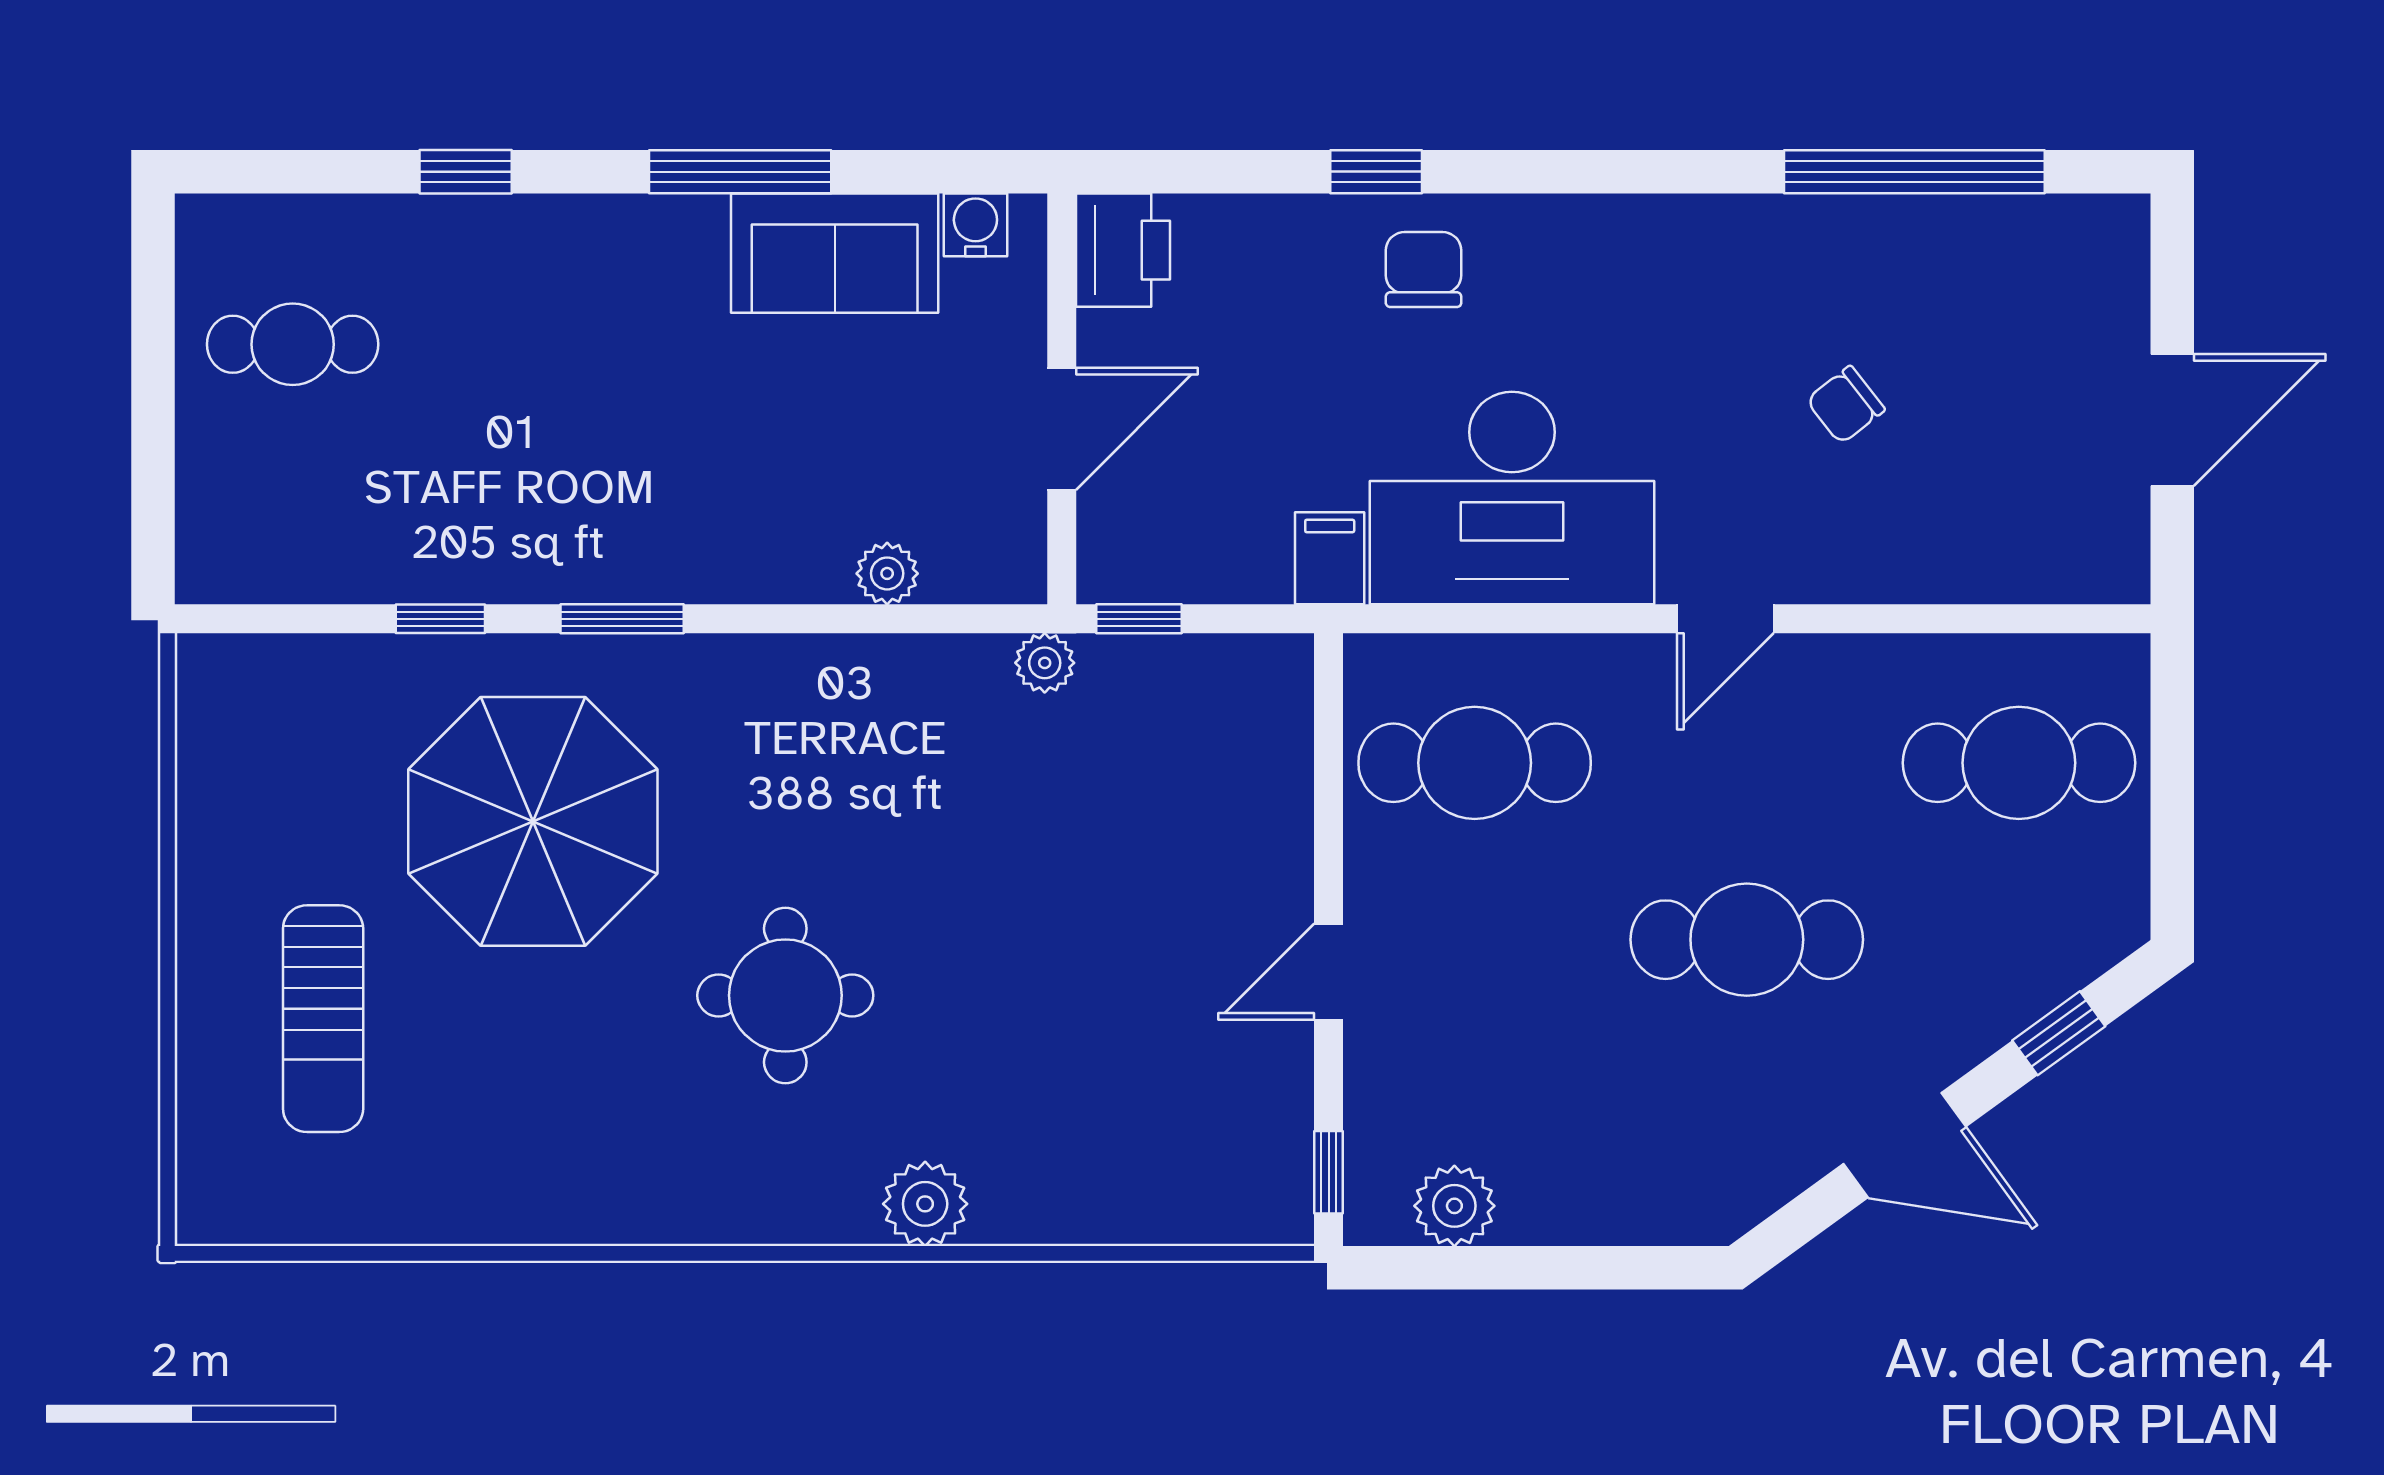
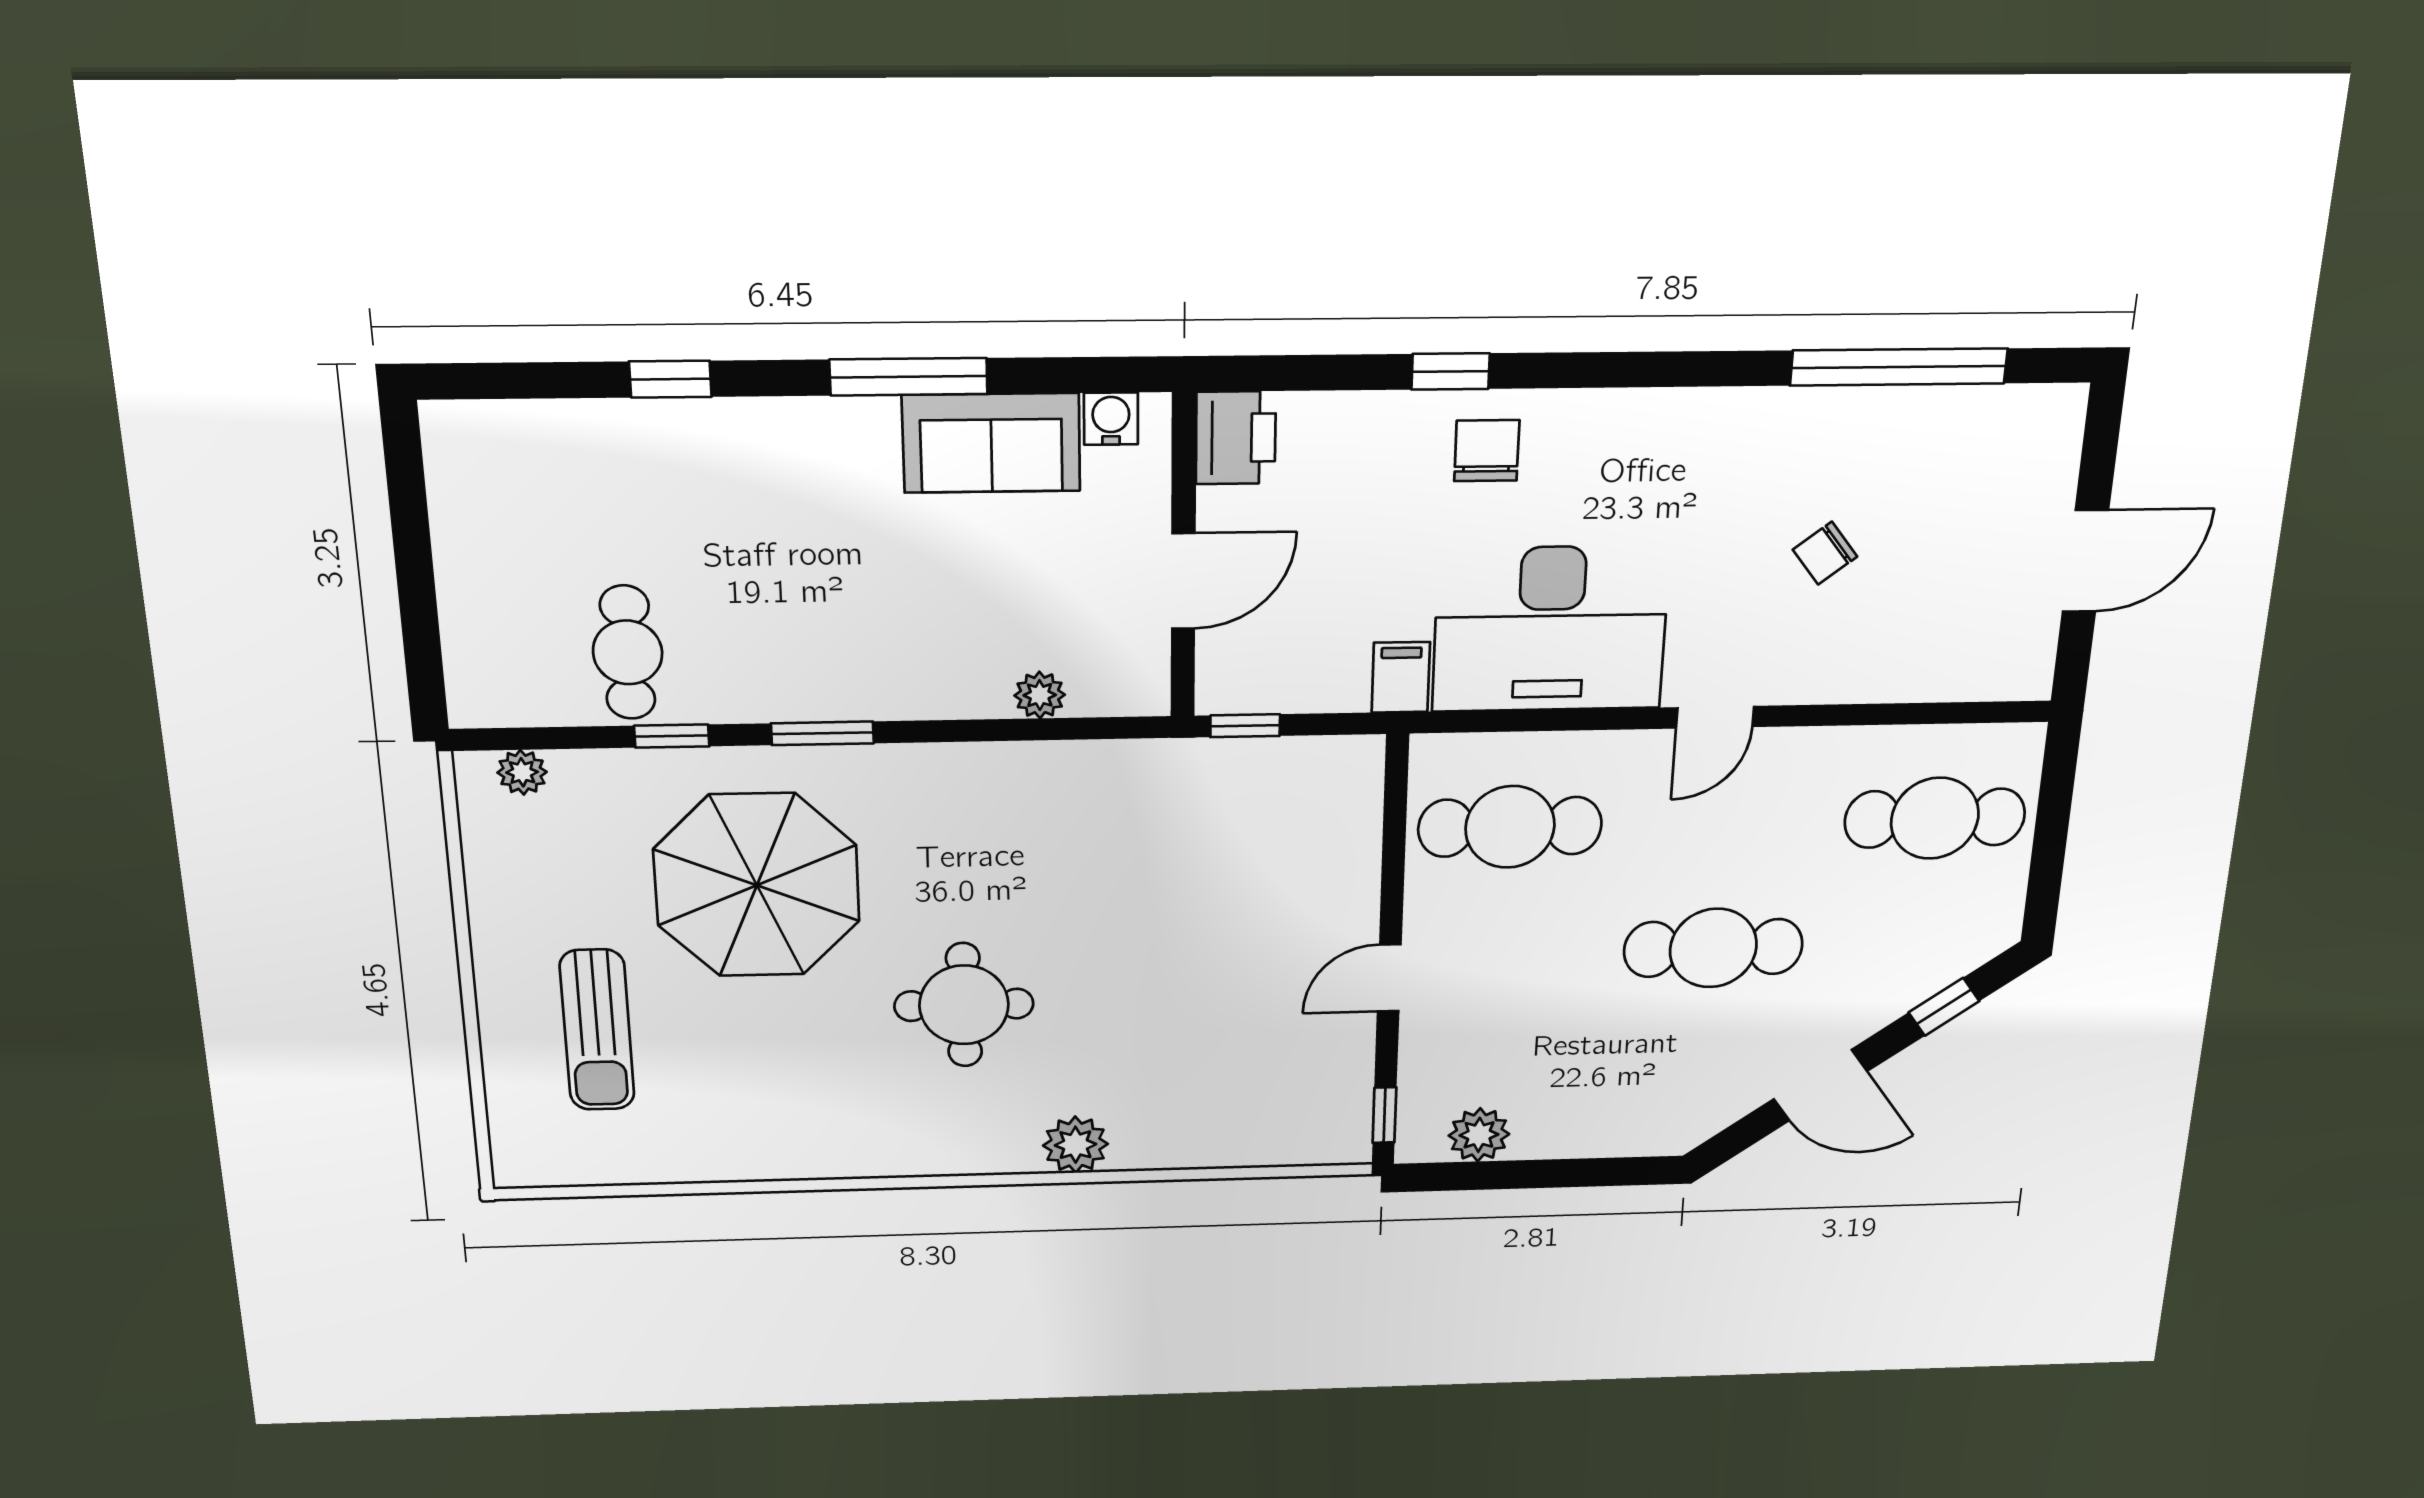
cafe table: (293, 344) -> (628, 652), moved, turned 90
plant: (1045, 663) -> (522, 772), moved

